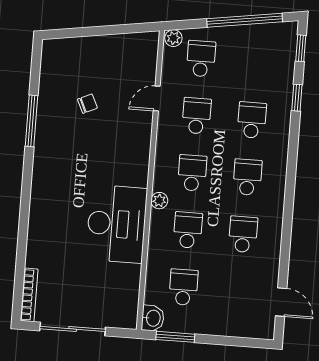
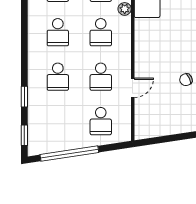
plant: (173, 38) -> (123, 135), removed

